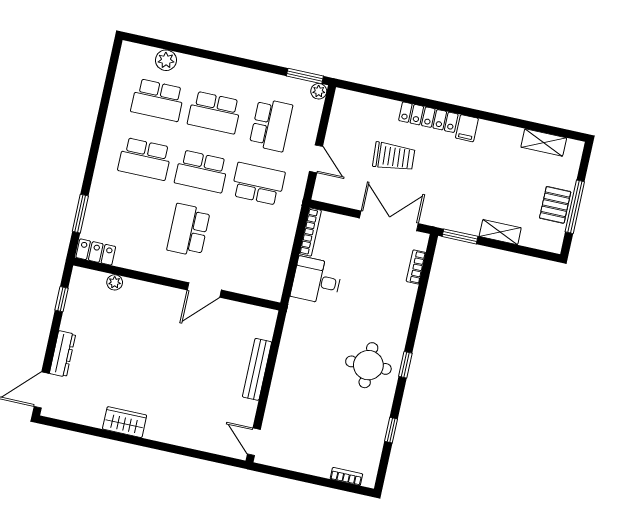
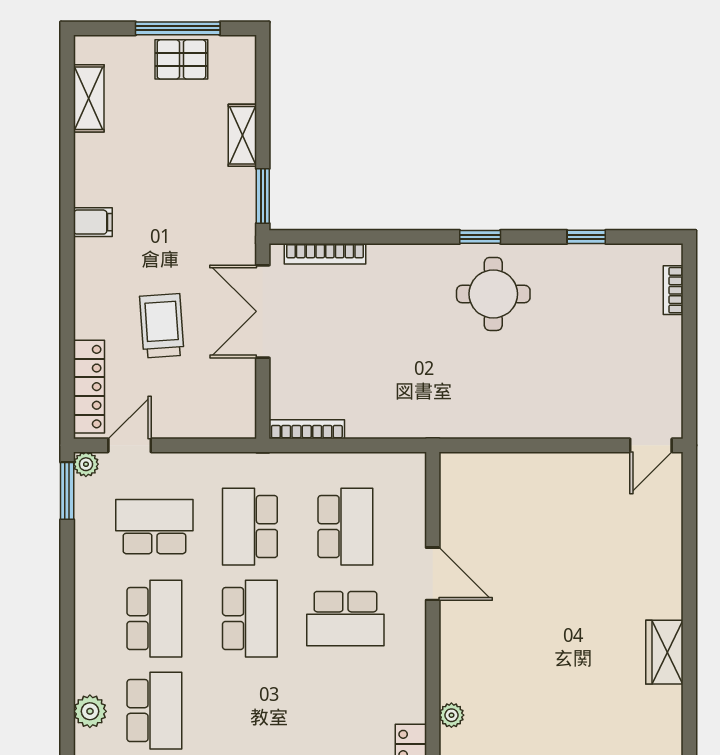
locker: (428, 117) -> (89, 387), moved
school desk: (145, 159) -> (345, 527), moved
door: (316, 159) -> (130, 445), moved
bookcase: (416, 267) -> (325, 254), width x1.56
desk: (317, 281) -> (380, 403), removed
bench: (257, 369) -> (538, 465), removed

